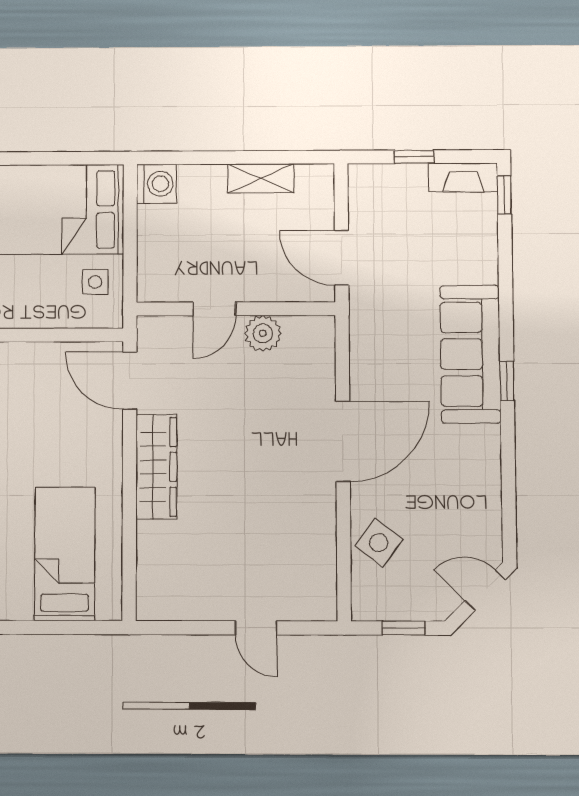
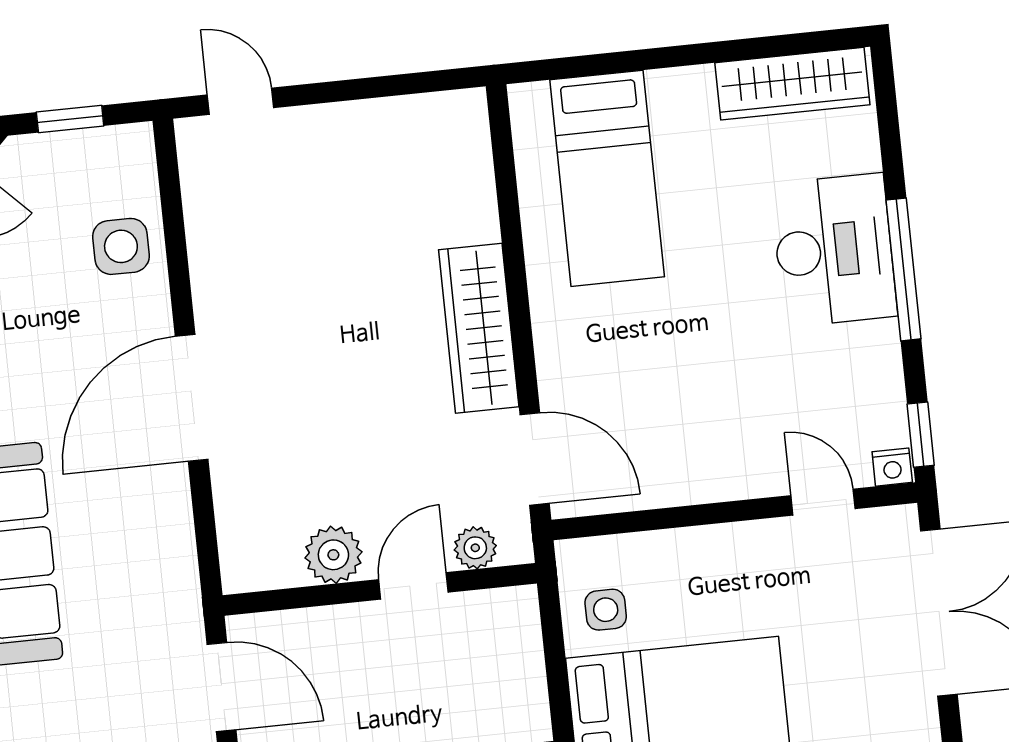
plant: (173, 329) -> (475, 548), added
side table: (379, 543) -> (121, 246), turned -37
door: (256, 628) -> (241, 101), moved

